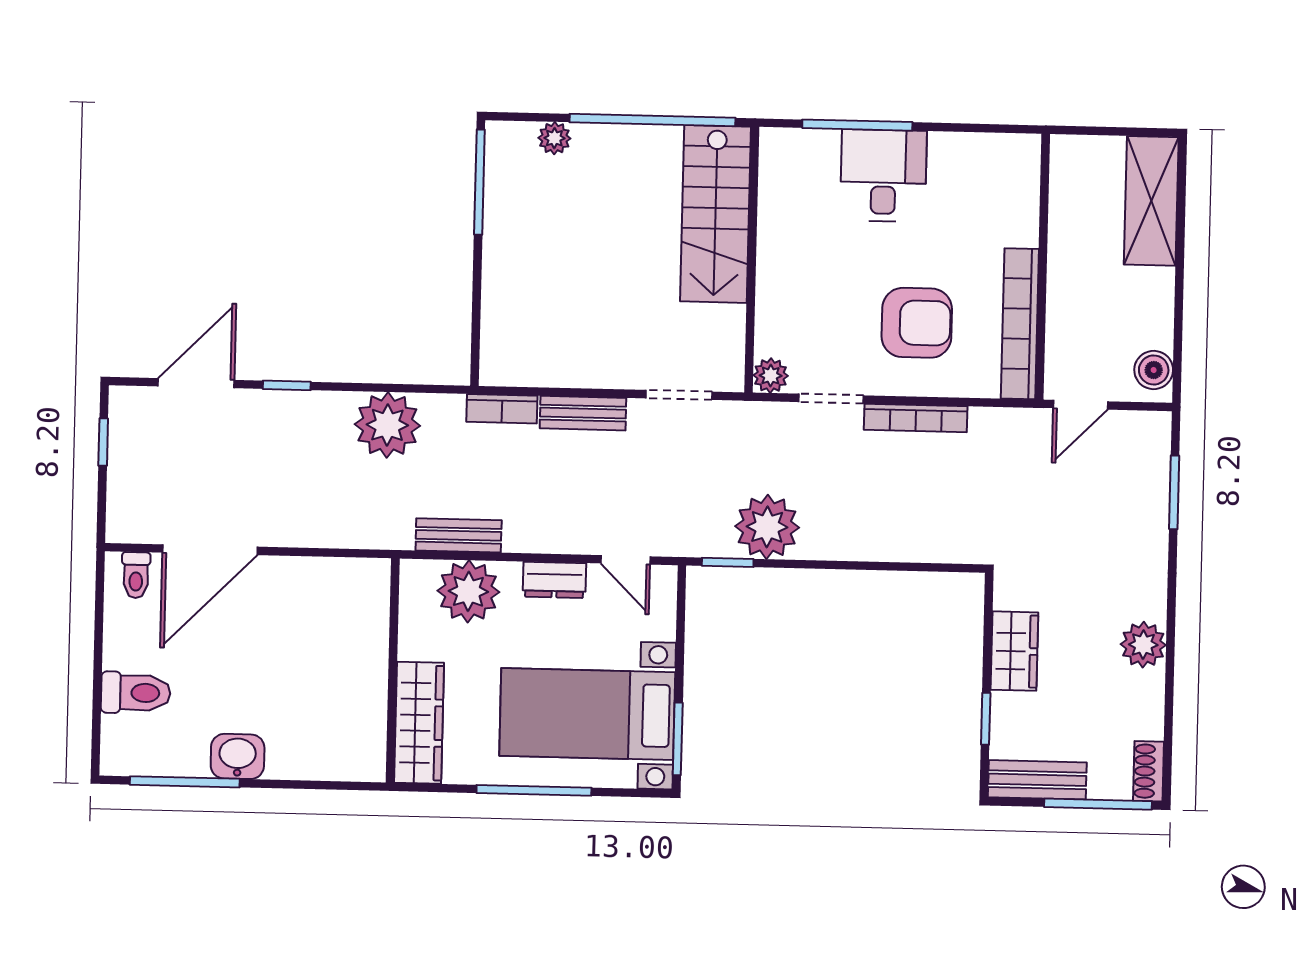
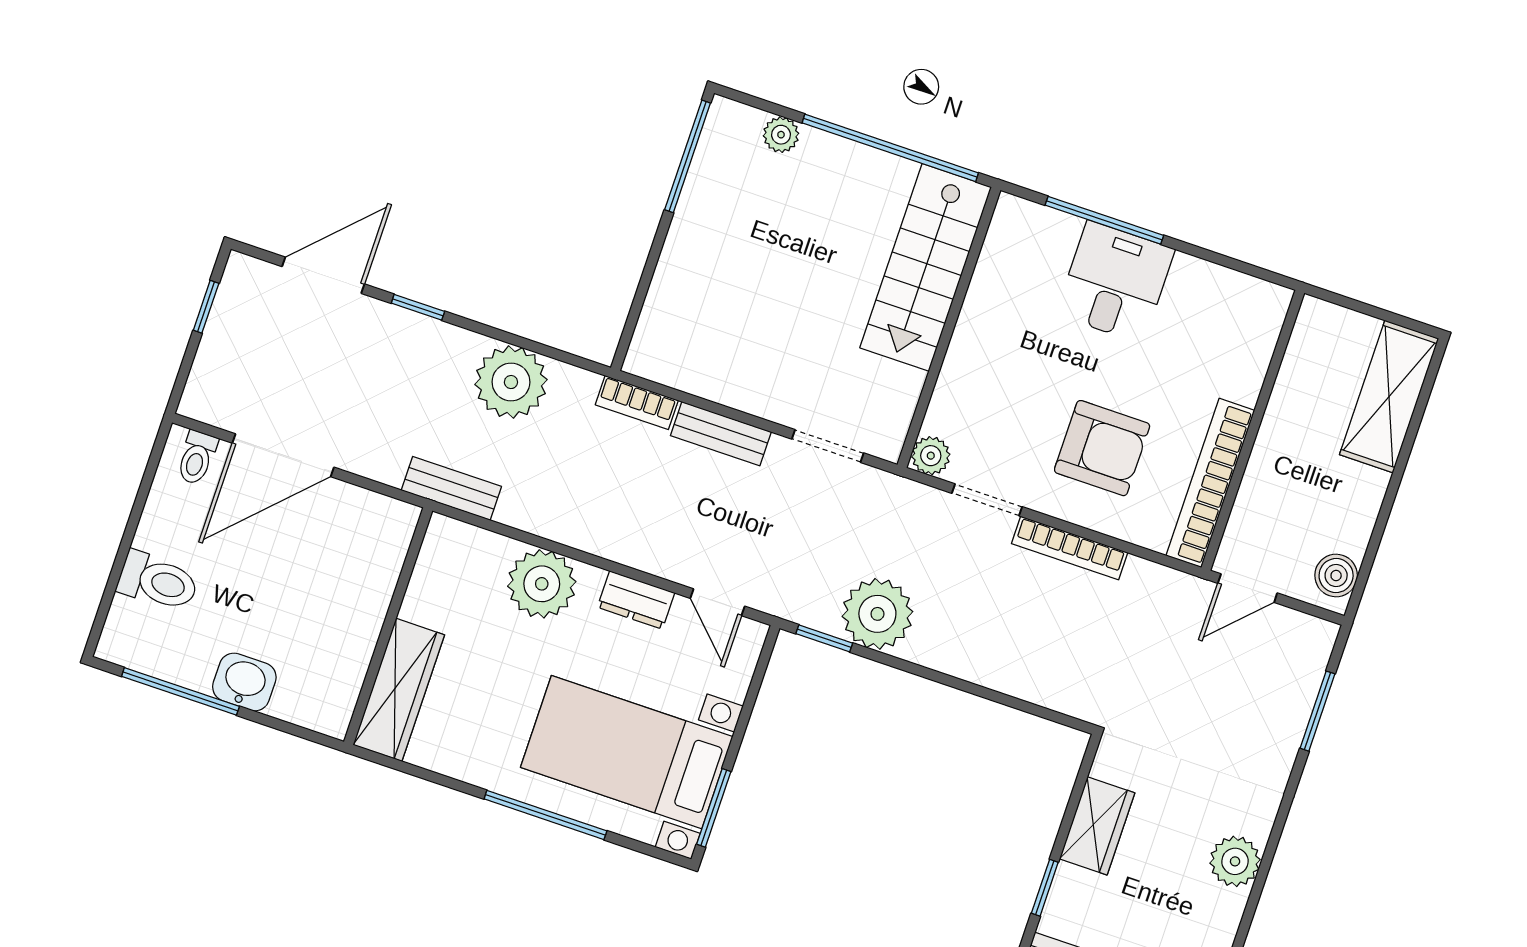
bench: (459, 535) -> (451, 488), moved
wall: (393, 671) -> (388, 626), moved
wardrobe: (419, 723) -> (399, 690), moved

